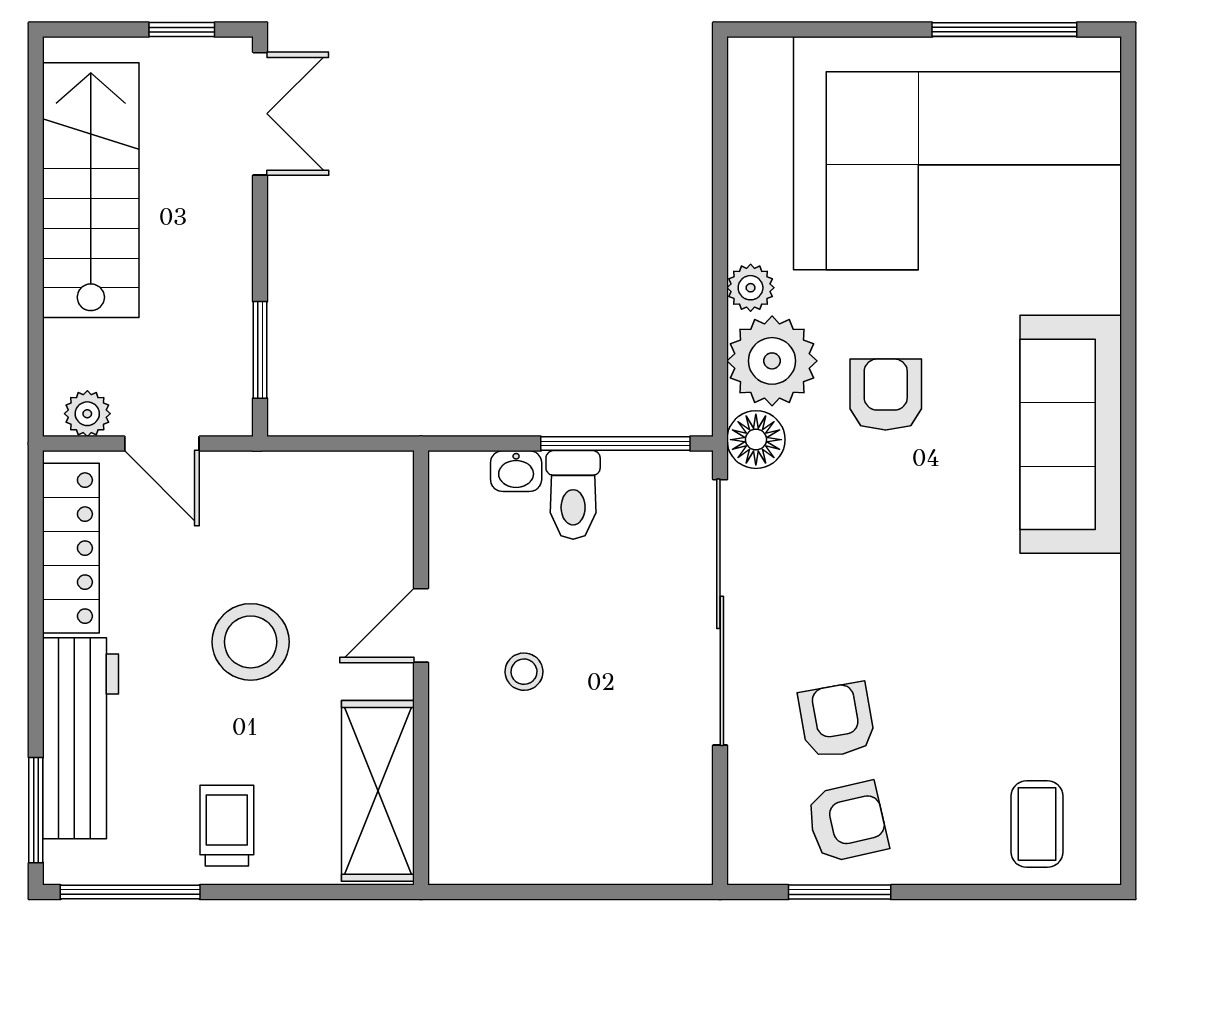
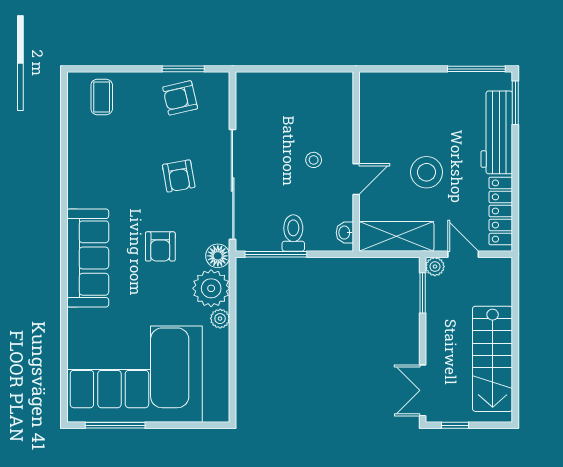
armchair: (886, 395) -> (160, 246), moved
plant: (87, 414) -> (435, 267), moved
washbasin: (516, 471) -> (345, 233), moved, turned -90
armchair: (837, 720) -> (179, 176), moved
shelving: (378, 791) -> (396, 236), moved, turned 90
trolley: (227, 826) -> (436, 96), removed

